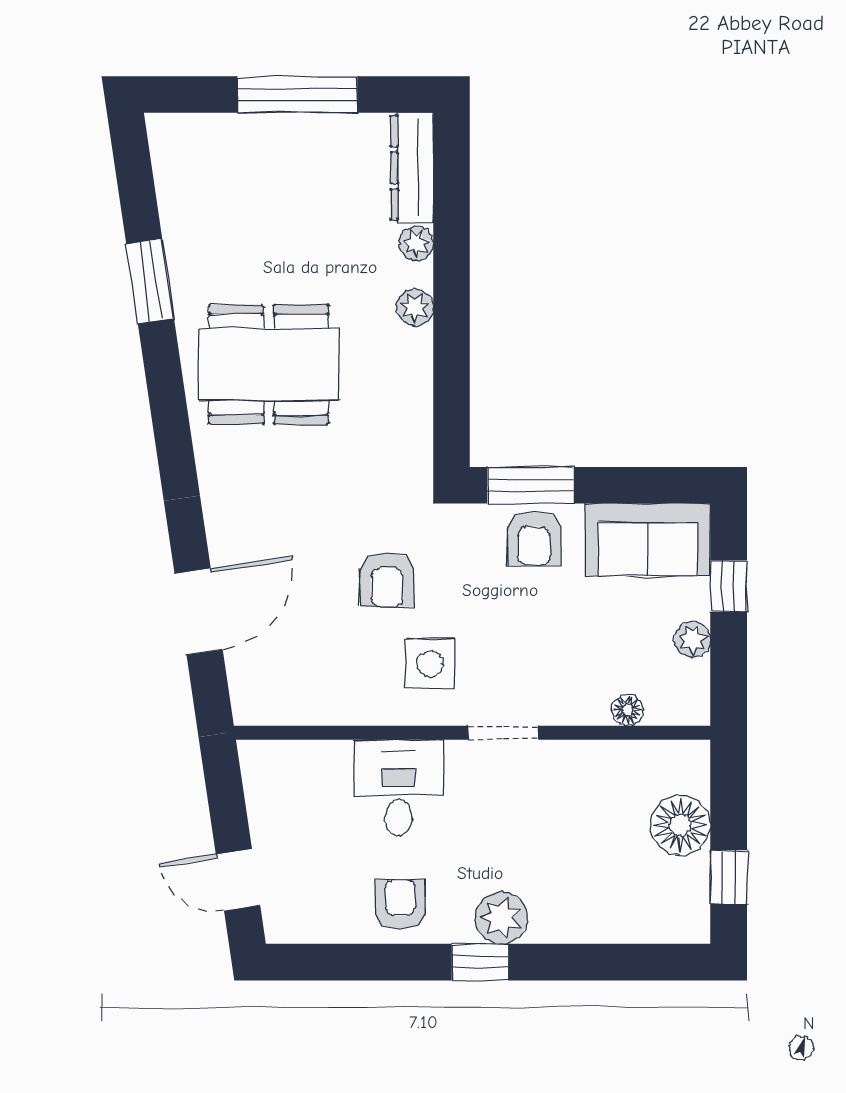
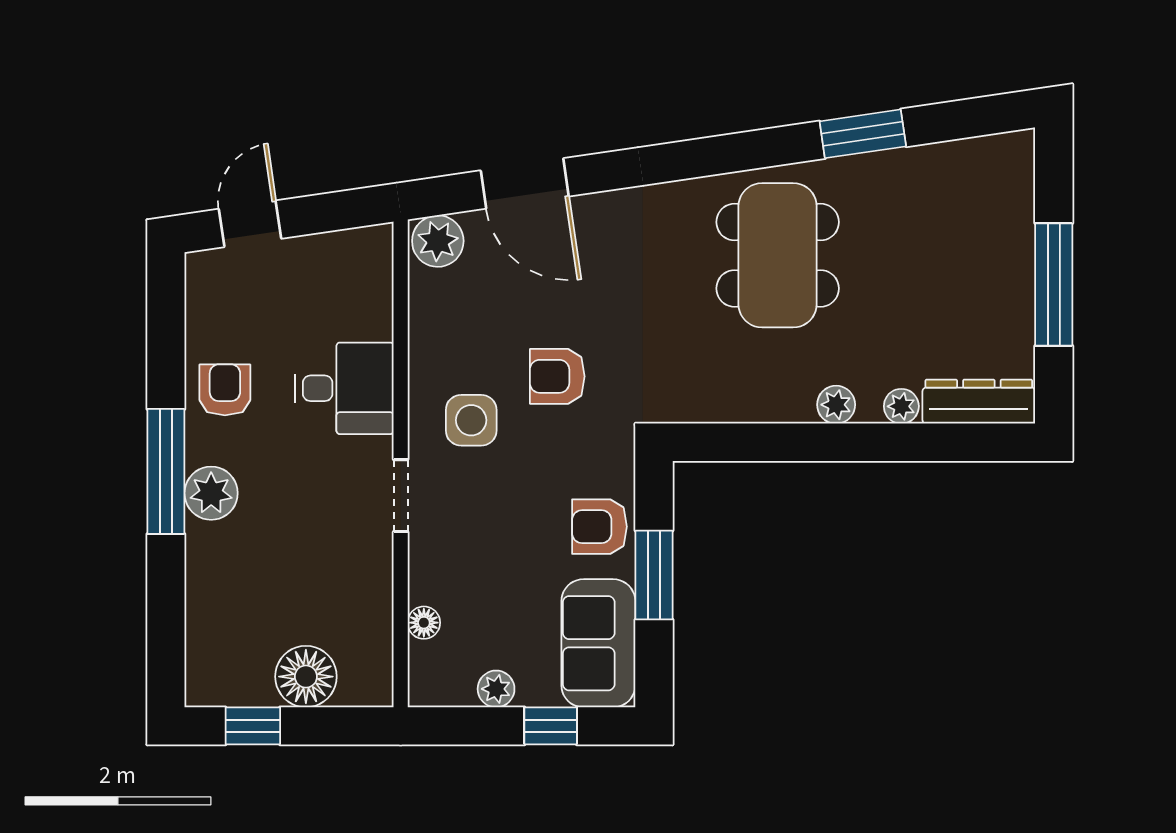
window: (531, 485) -> (654, 575), moved
plant: (255, 696) -> (438, 241), added
armchair: (400, 904) -> (225, 390), turned -90
window: (480, 962) -> (166, 471), width x2.17

